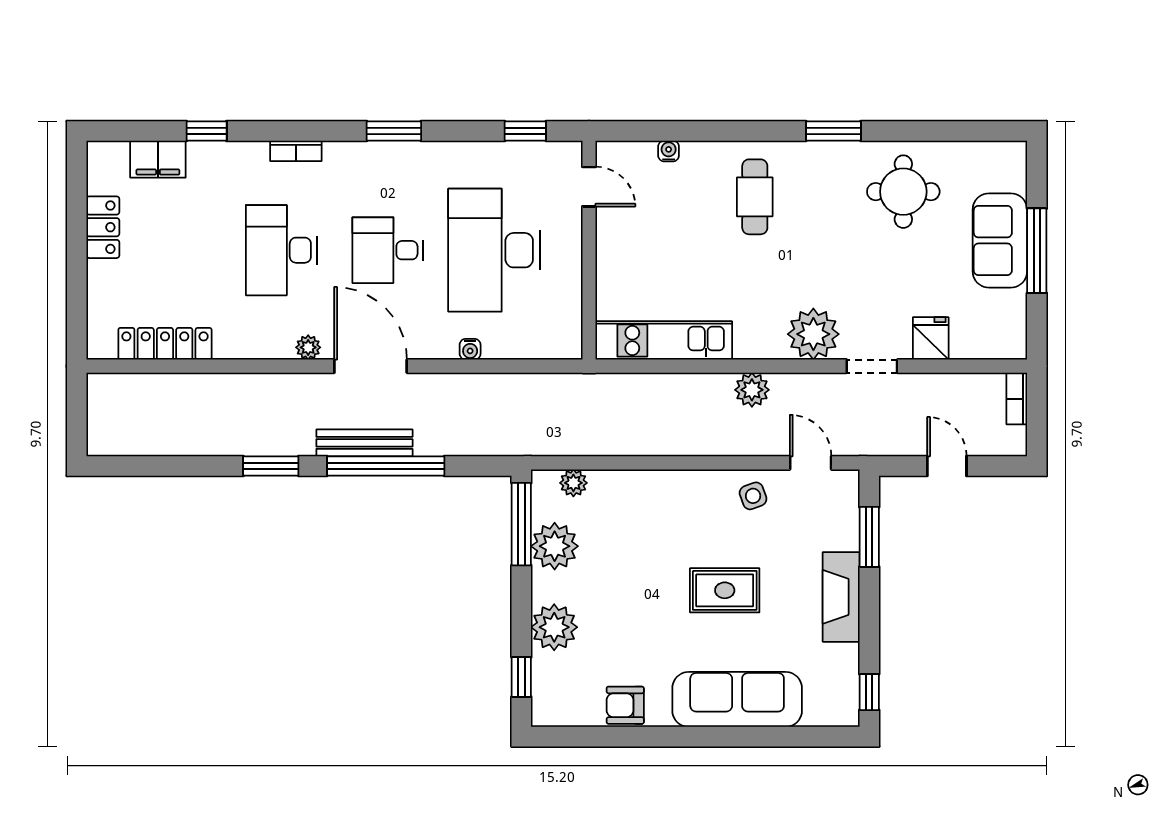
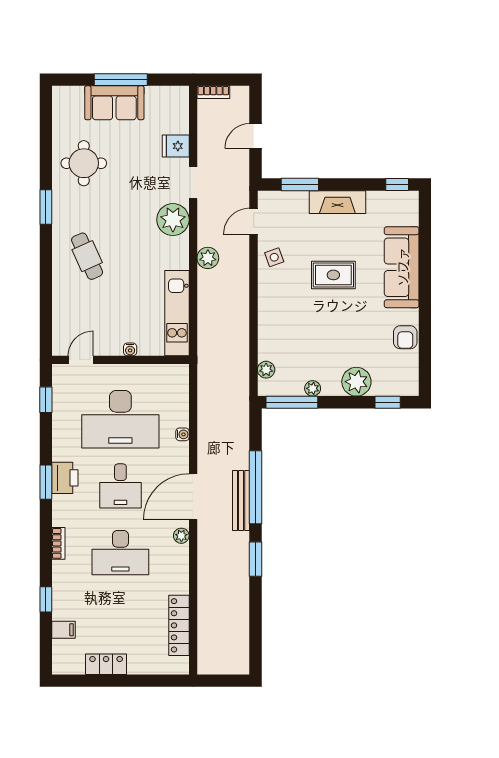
water cooler: (669, 151) -> (130, 349), moved, turned -90
filing cabinet: (158, 159) -> (63, 630), width x0.50
printer: (400, 161) -> (65, 478), added
cafe table: (755, 197) -> (87, 256), turned 66
plant: (555, 546) -> (313, 388), width x0.53, depth x0.53
rug: (725, 590) -> (333, 275), turned 90

